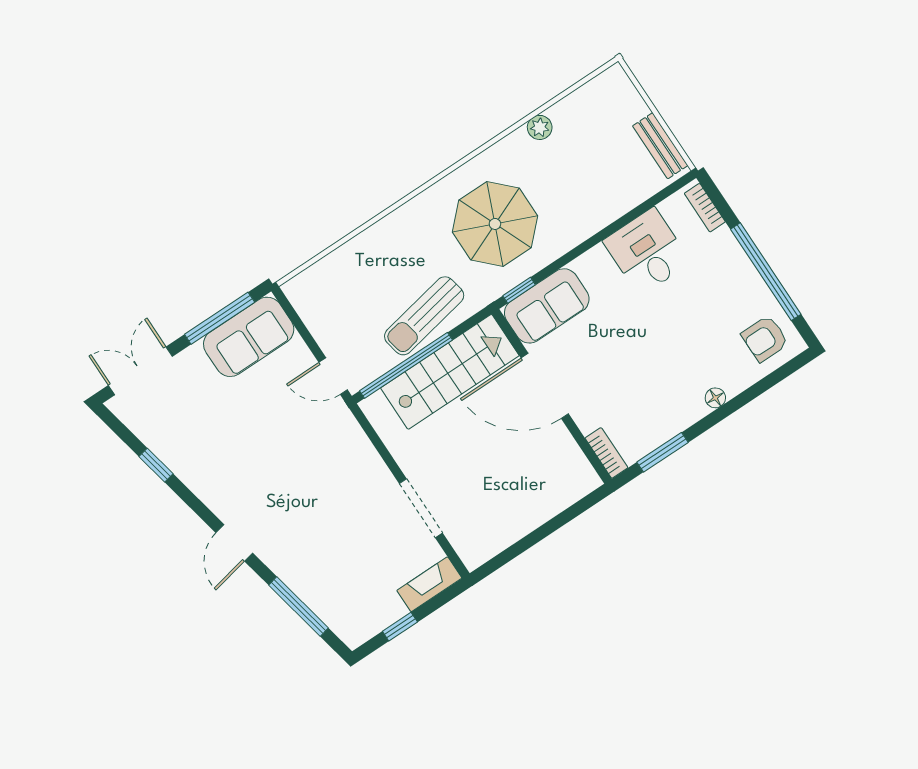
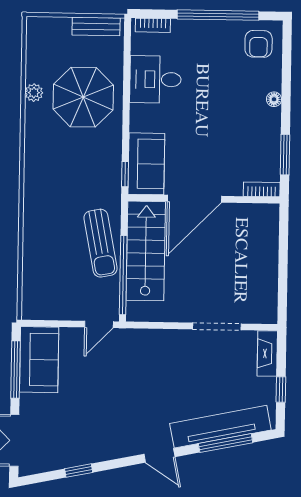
parasol: (495, 224) -> (83, 97), moved
tv unit: (313, 588) -> (220, 427), added

